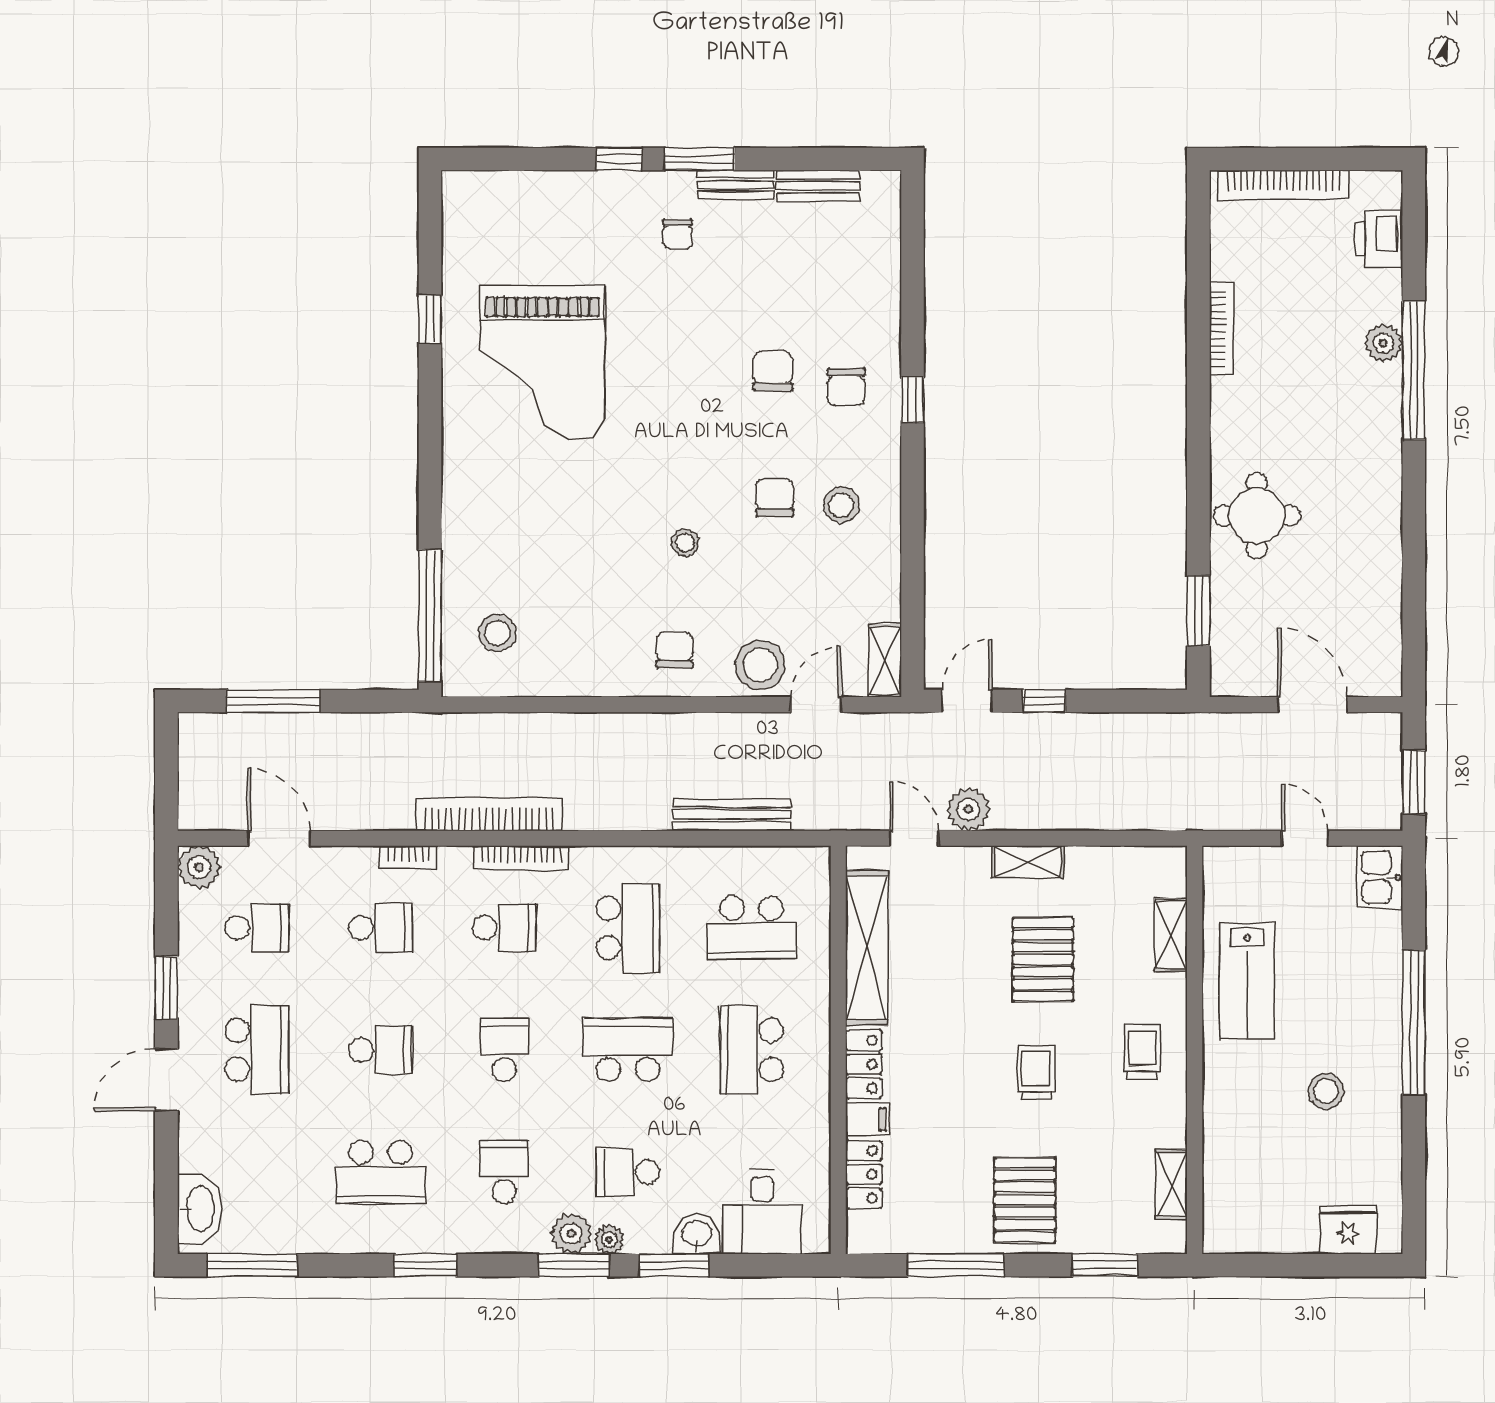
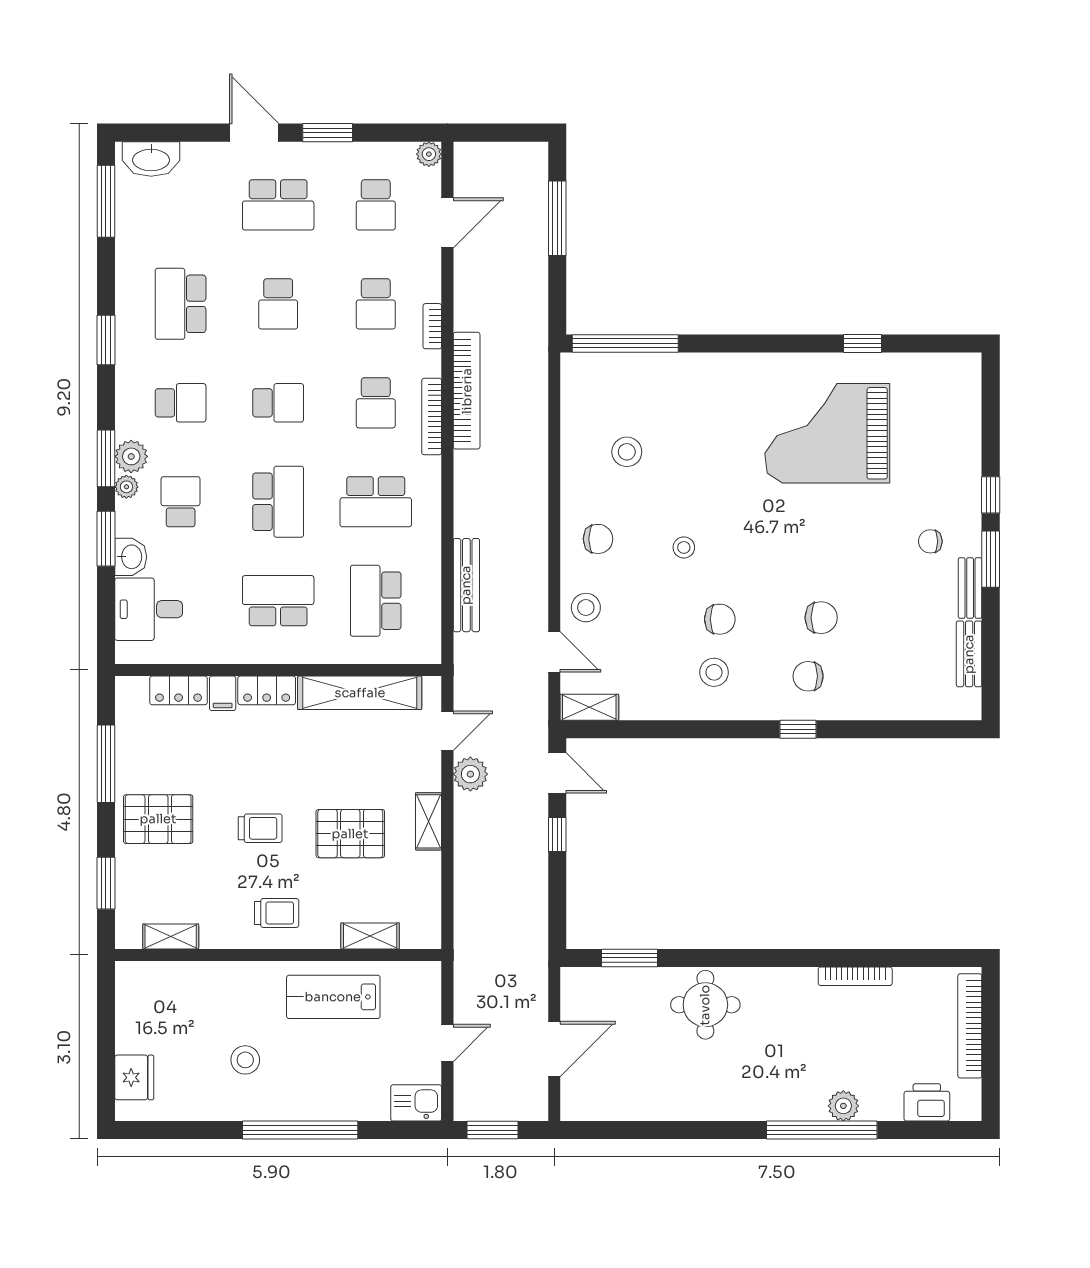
stool: (497, 633) -> (627, 452), moved
stool: (760, 665) -> (586, 608), width x0.73, depth x0.73
plant: (199, 867) -> (429, 154), width x0.73, depth x0.73

